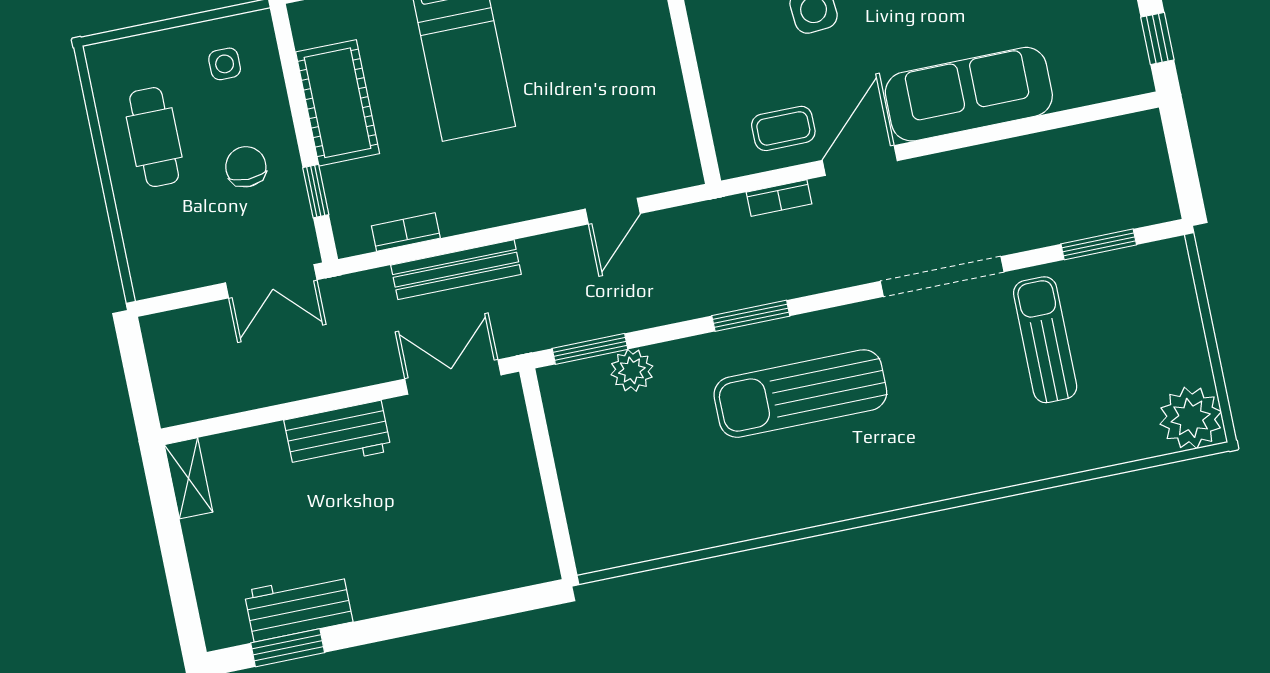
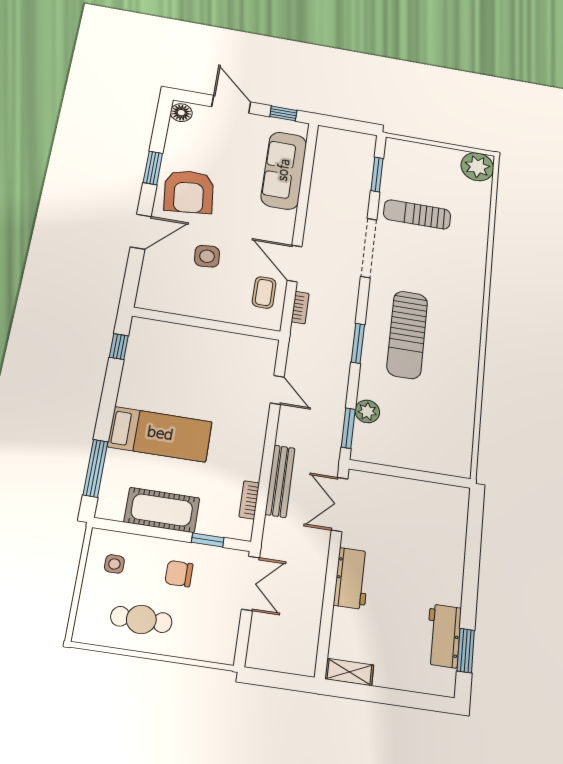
sofa: (969, 94) -> (284, 170), moved

